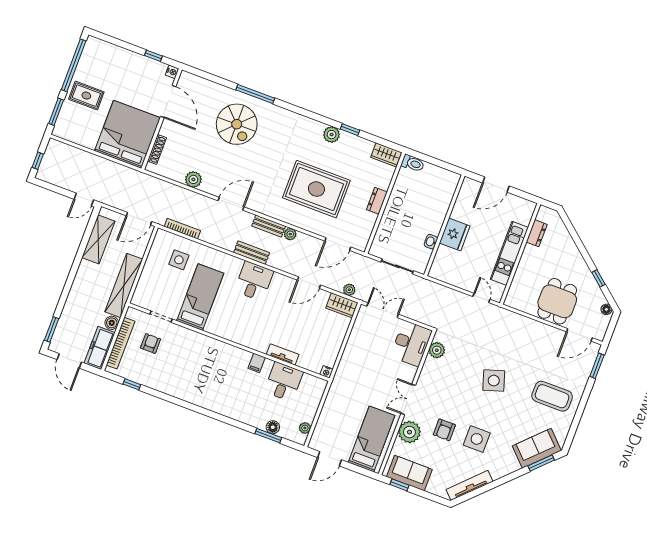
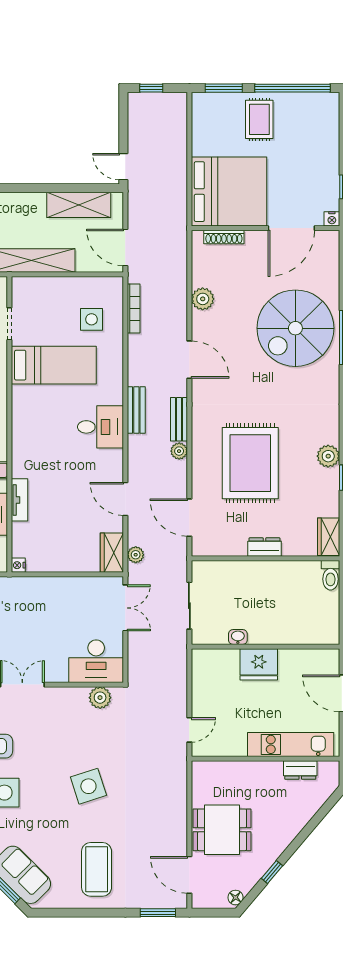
spiral stairs: (237, 124) -> (295, 328), width x1.37, depth x1.37
kitchen unit: (509, 253) -> (291, 744), moved

